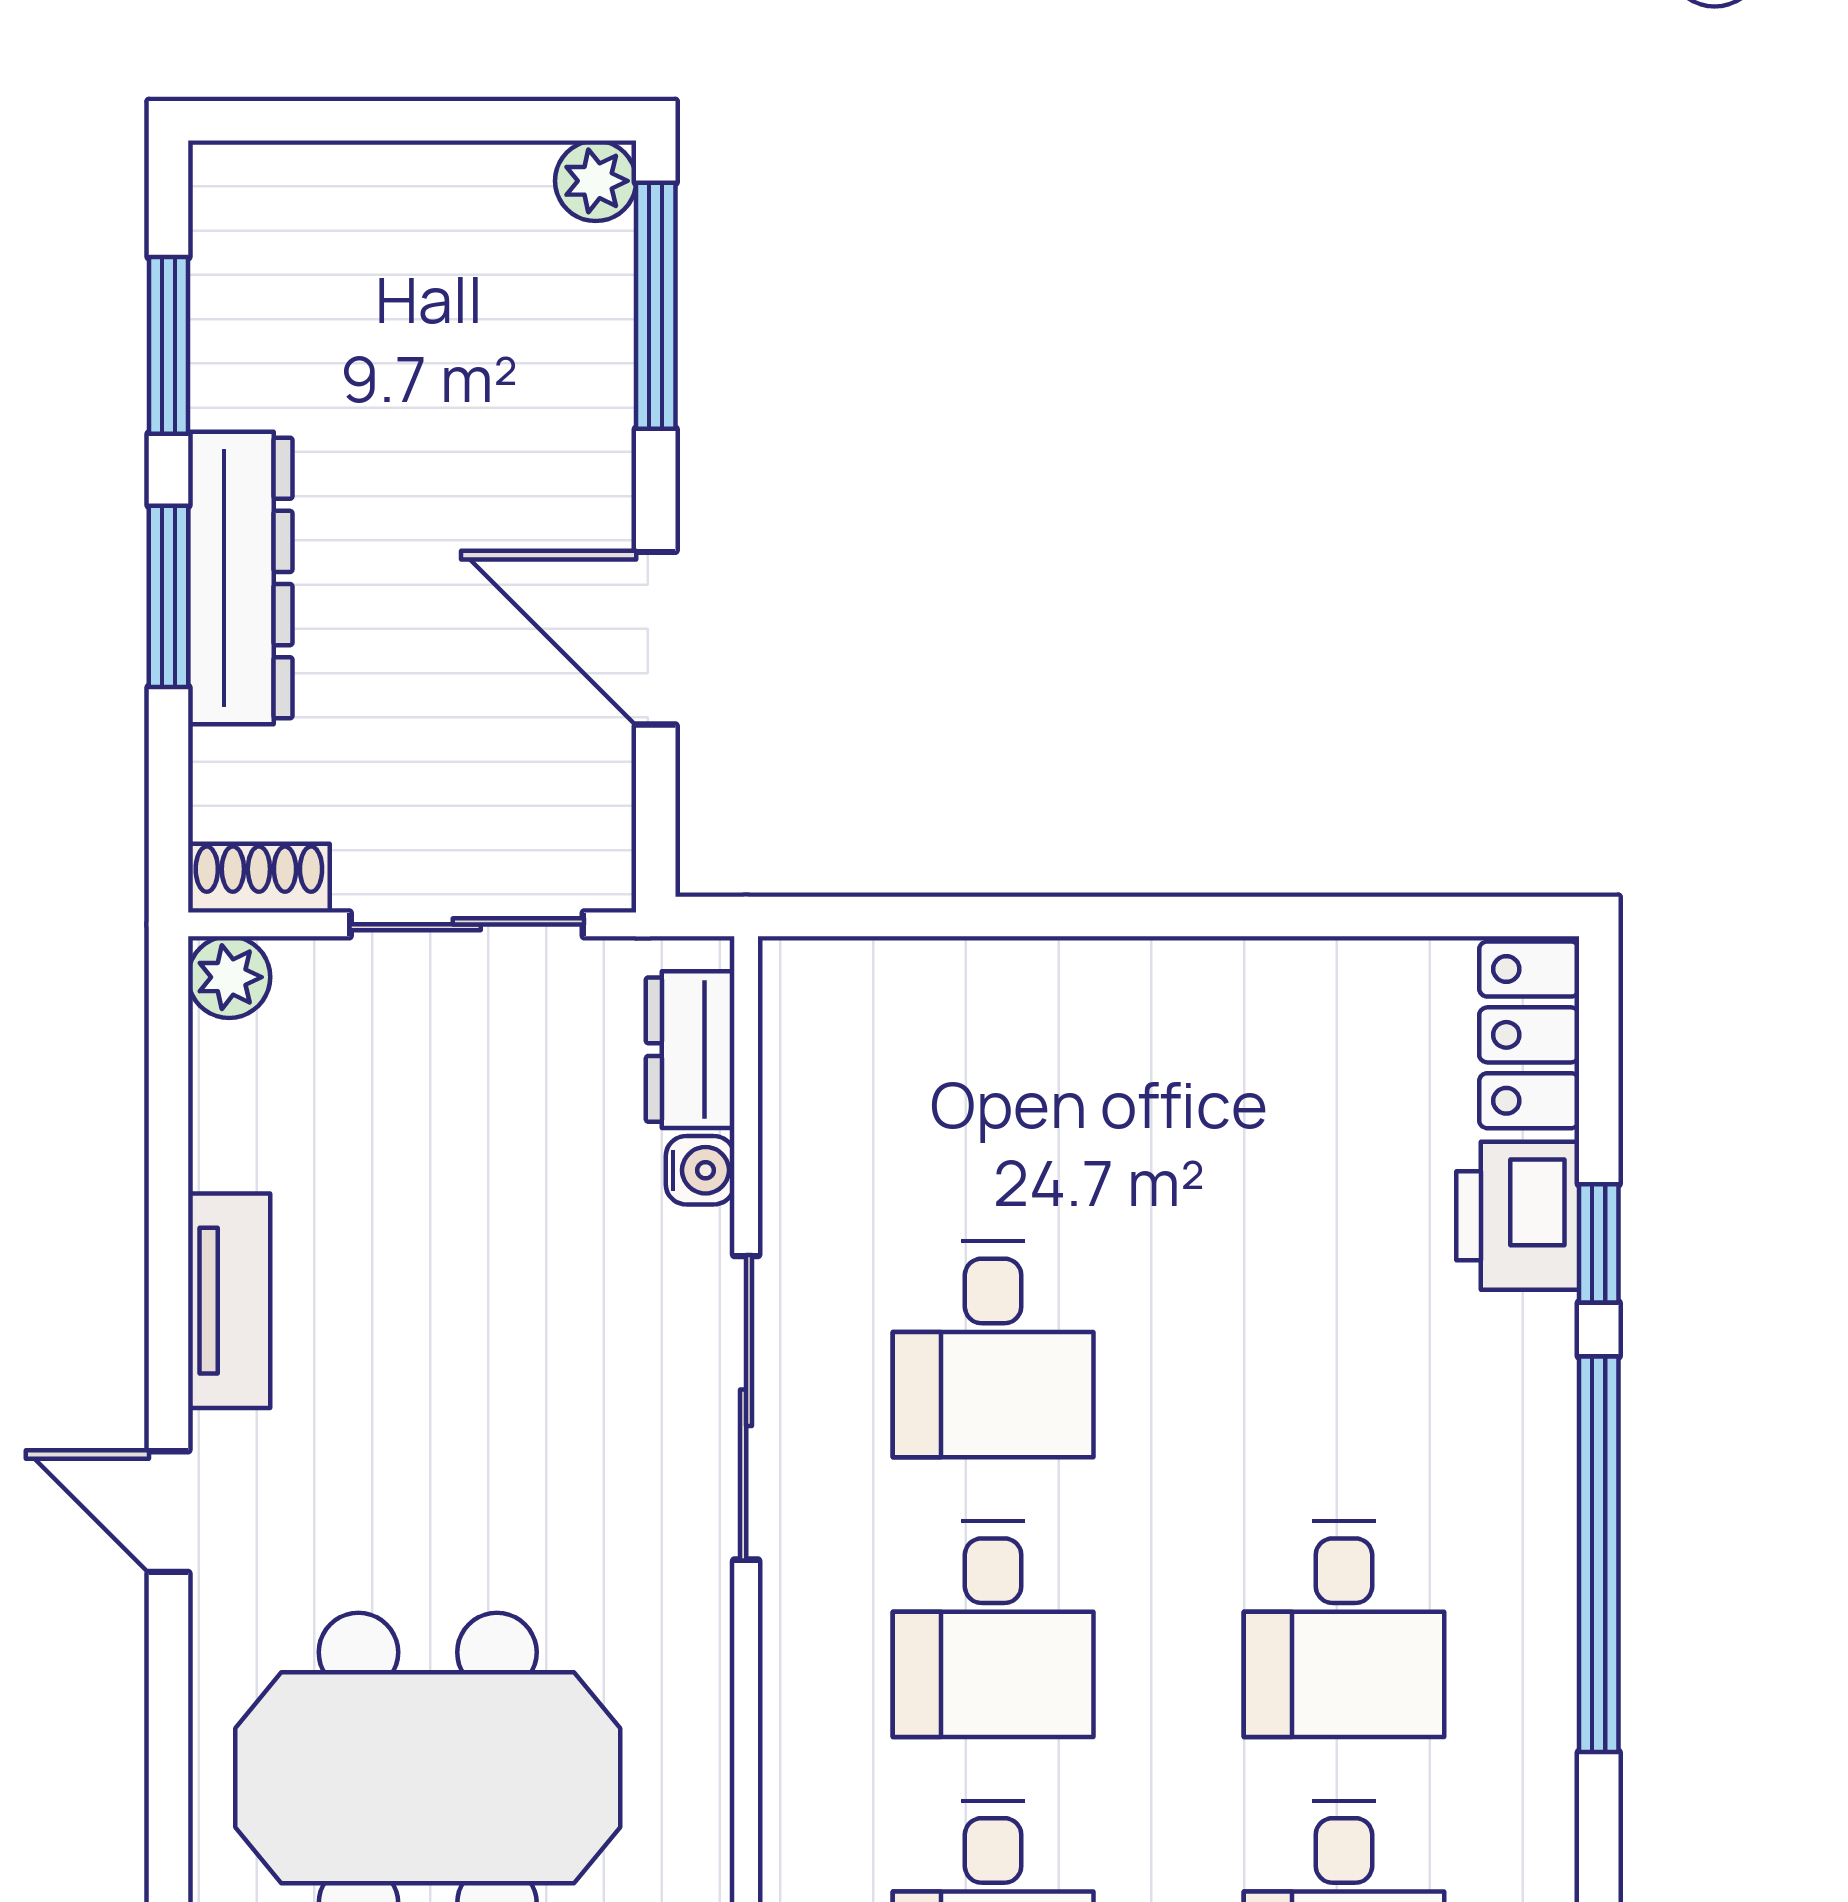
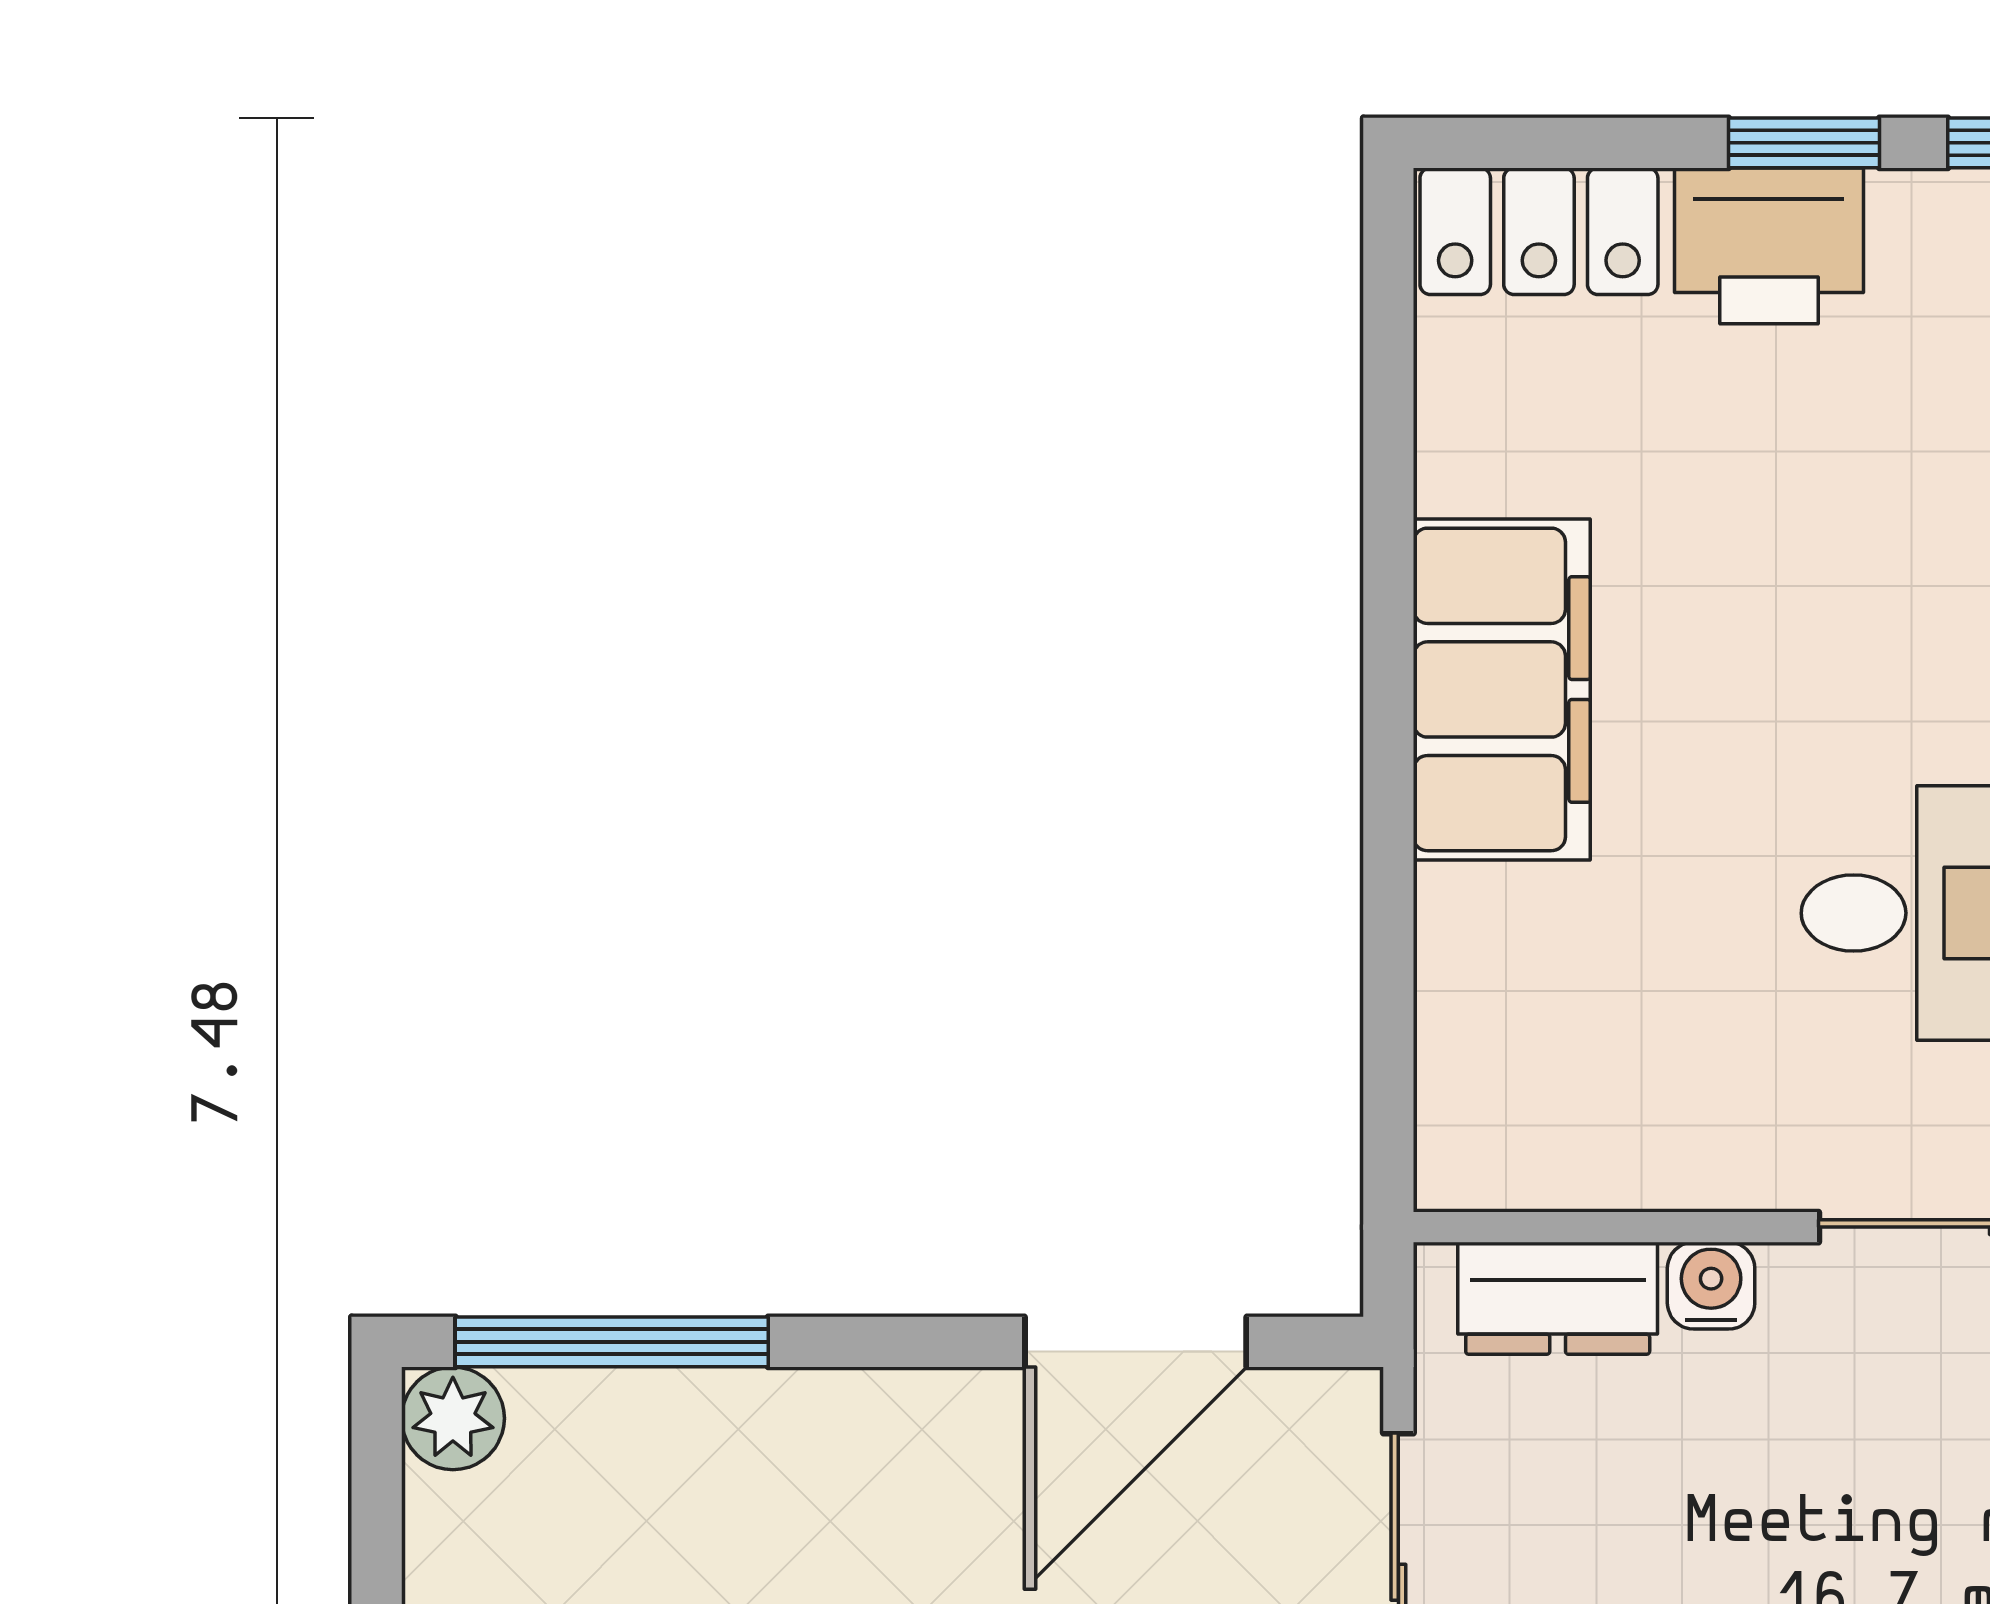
door: (656, 638) -> (1136, 1342), moved
filing cabinet: (1169, 1006) -> (1502, 689), added

